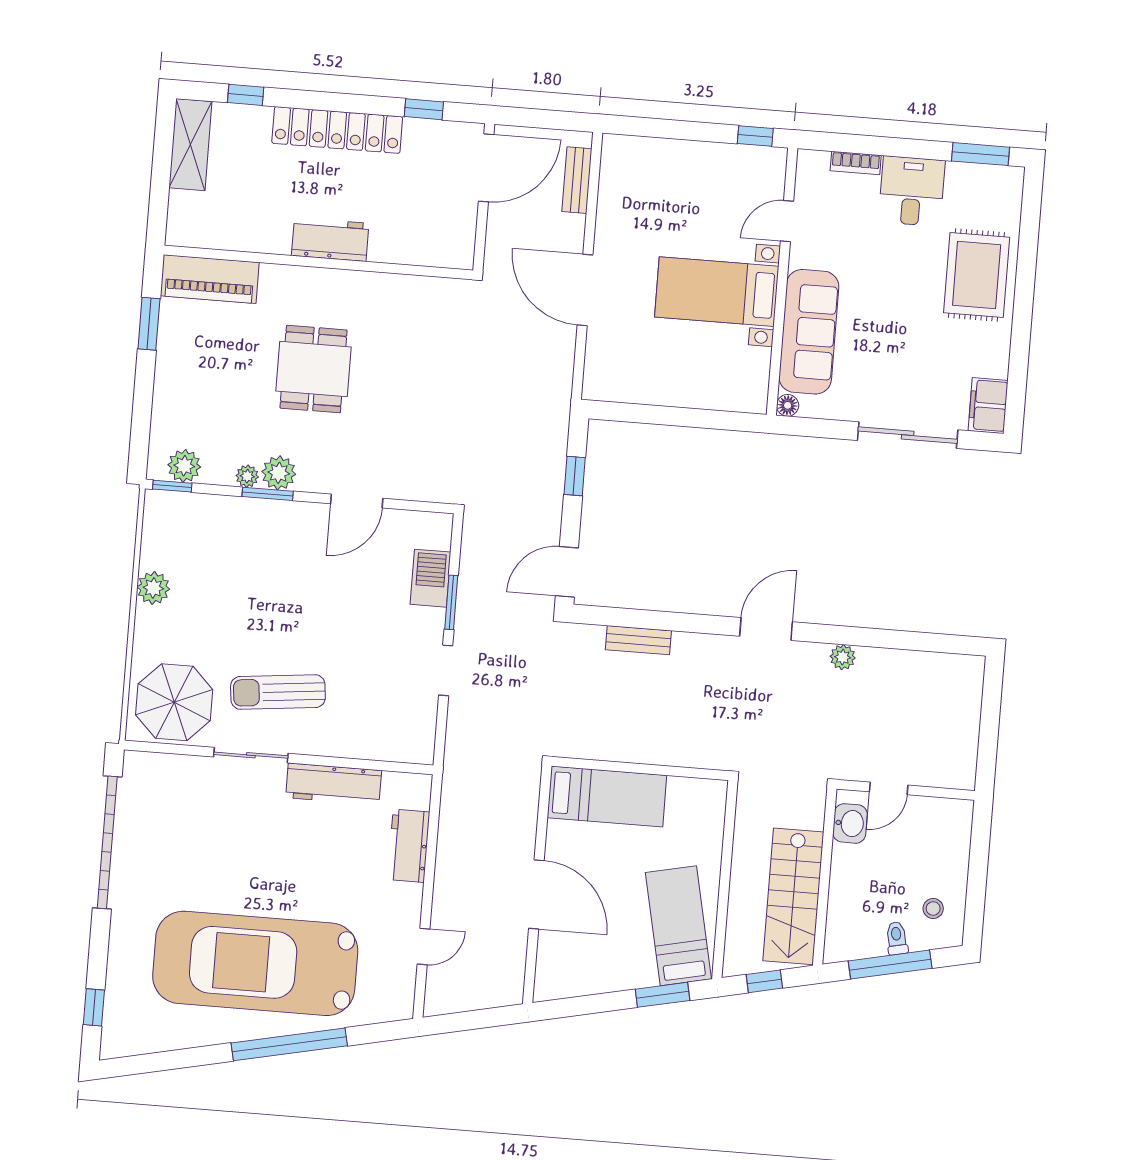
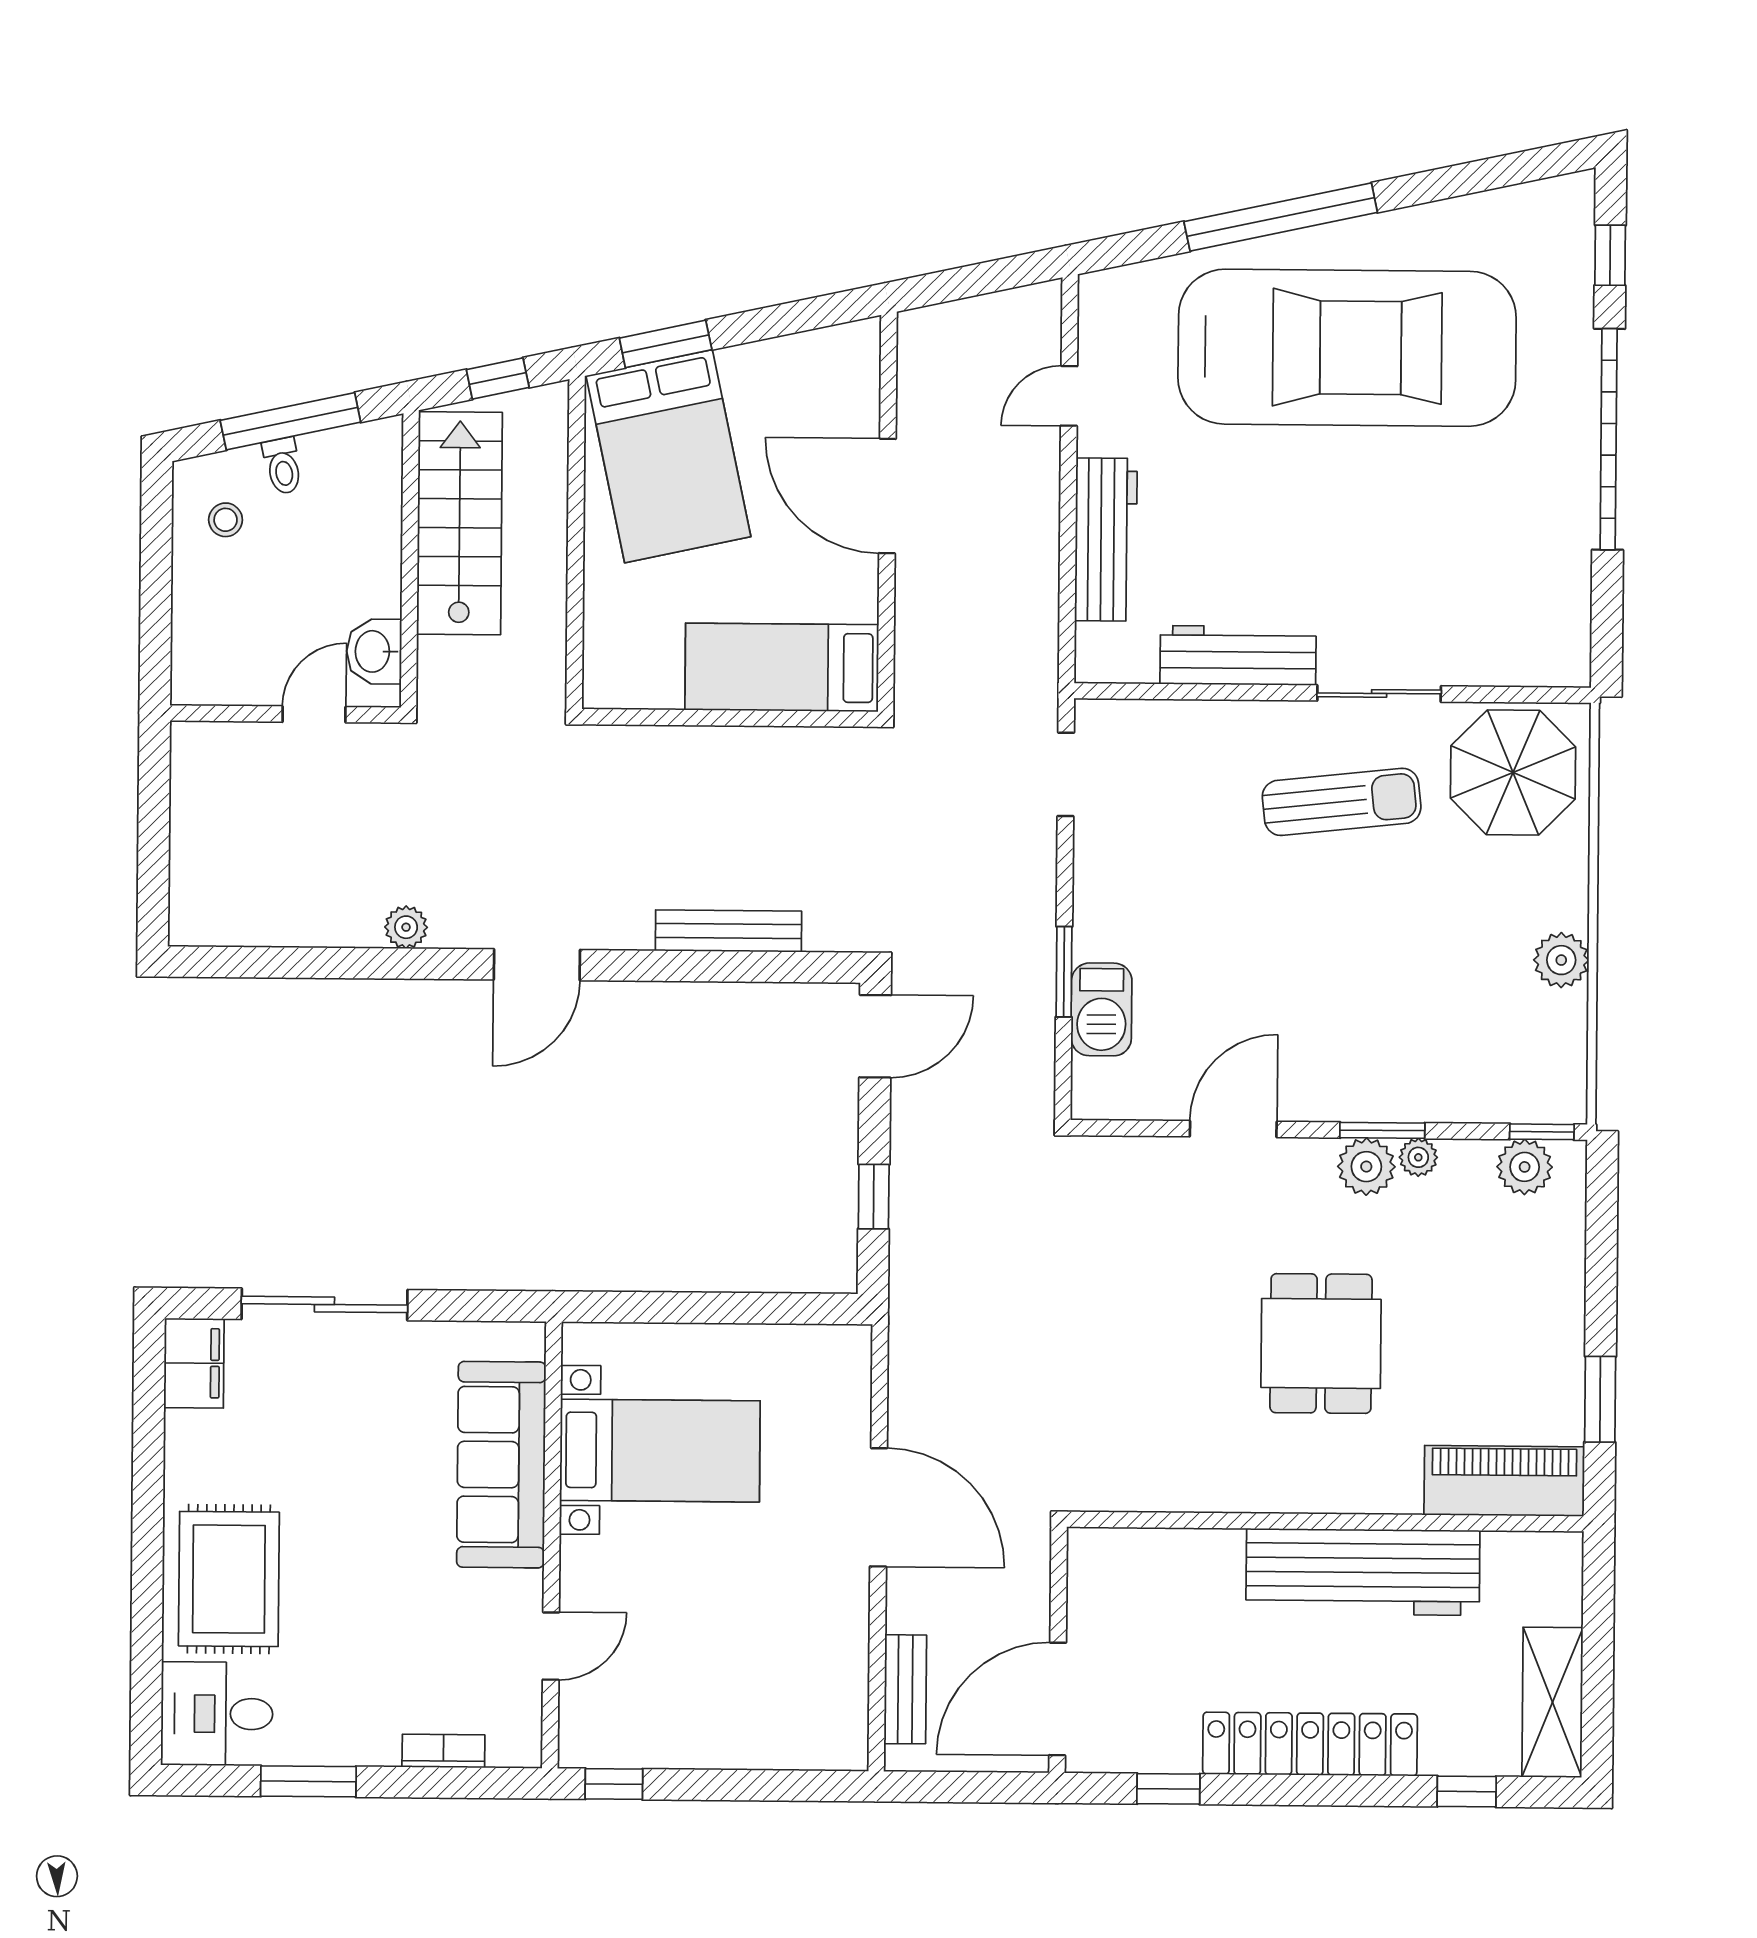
window: (981, 154) -> (308, 1781), moved
desk: (912, 191) -> (217, 1714), moved, turned 90
workbench: (330, 239) -> (1363, 1572), width x1.88, depth x1.32
bed with nightstands: (717, 292) -> (660, 1451), moved
floor lamp: (788, 405) -> (528, 1340), removed
bench: (638, 640) -> (728, 931), width x1.36
doorway: (446, 670) -> (1066, 774), moved
garage door: (107, 842) -> (1609, 439), moved
workbench: (409, 846) -> (1106, 539), width x1.37
bed: (678, 926) -> (668, 456), width x1.50

